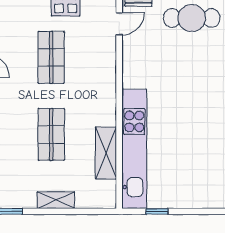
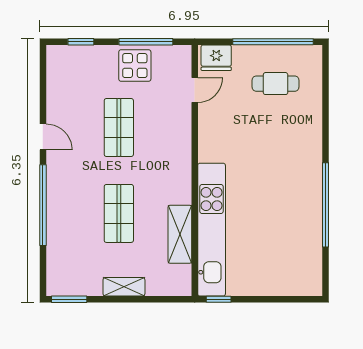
cafe table: (192, 18) -> (276, 84), width x0.73, depth x0.74
window: (157, 211) -> (219, 299), moved

